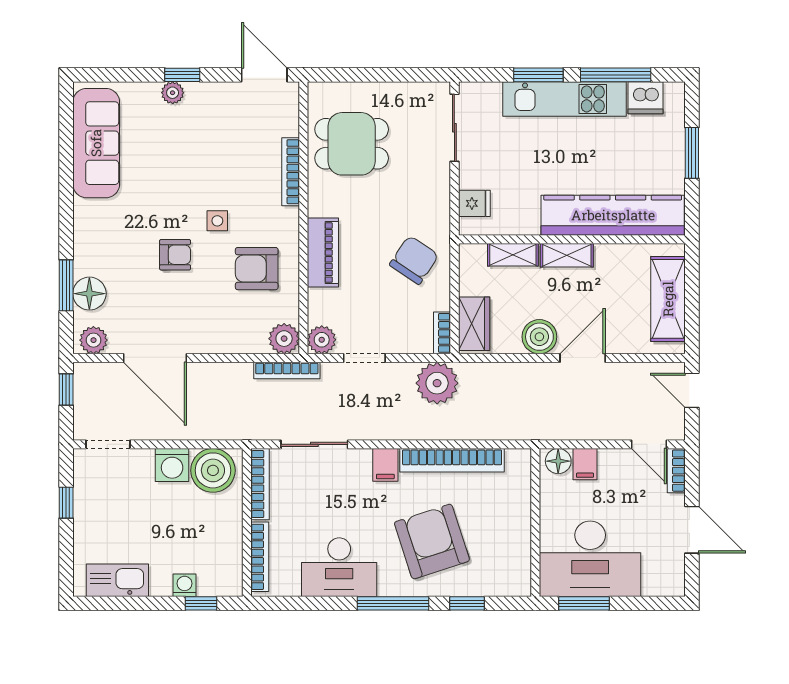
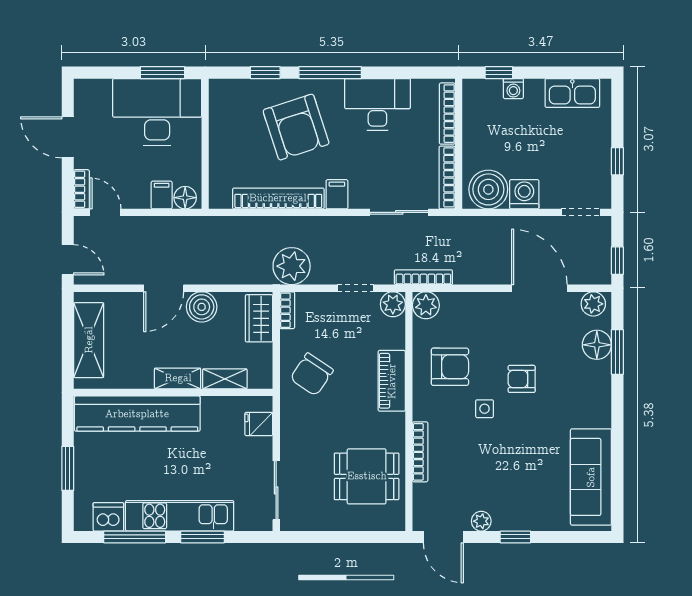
plant: (173, 93) -> (481, 521), moved

